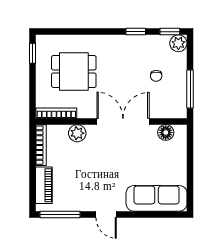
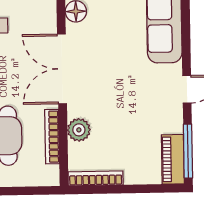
bookcase: (56, 113) -> (52, 137), moved
piano: (44, 185) -> (173, 159), moved, turned -90

